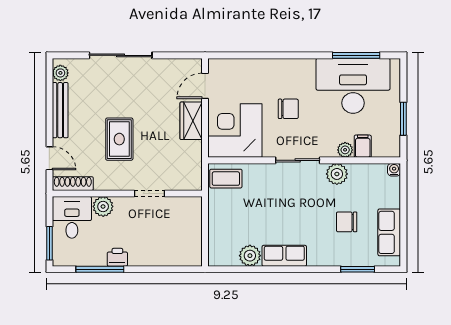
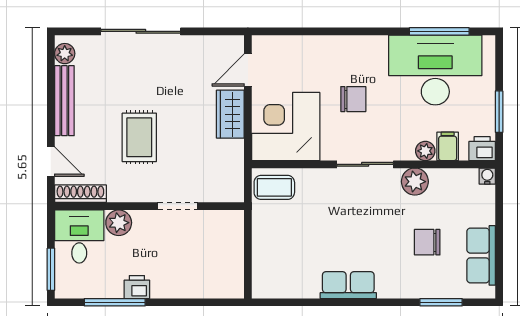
printer: (390, 148) -> (482, 149), added
plant: (250, 256) -> (305, 285), removed

